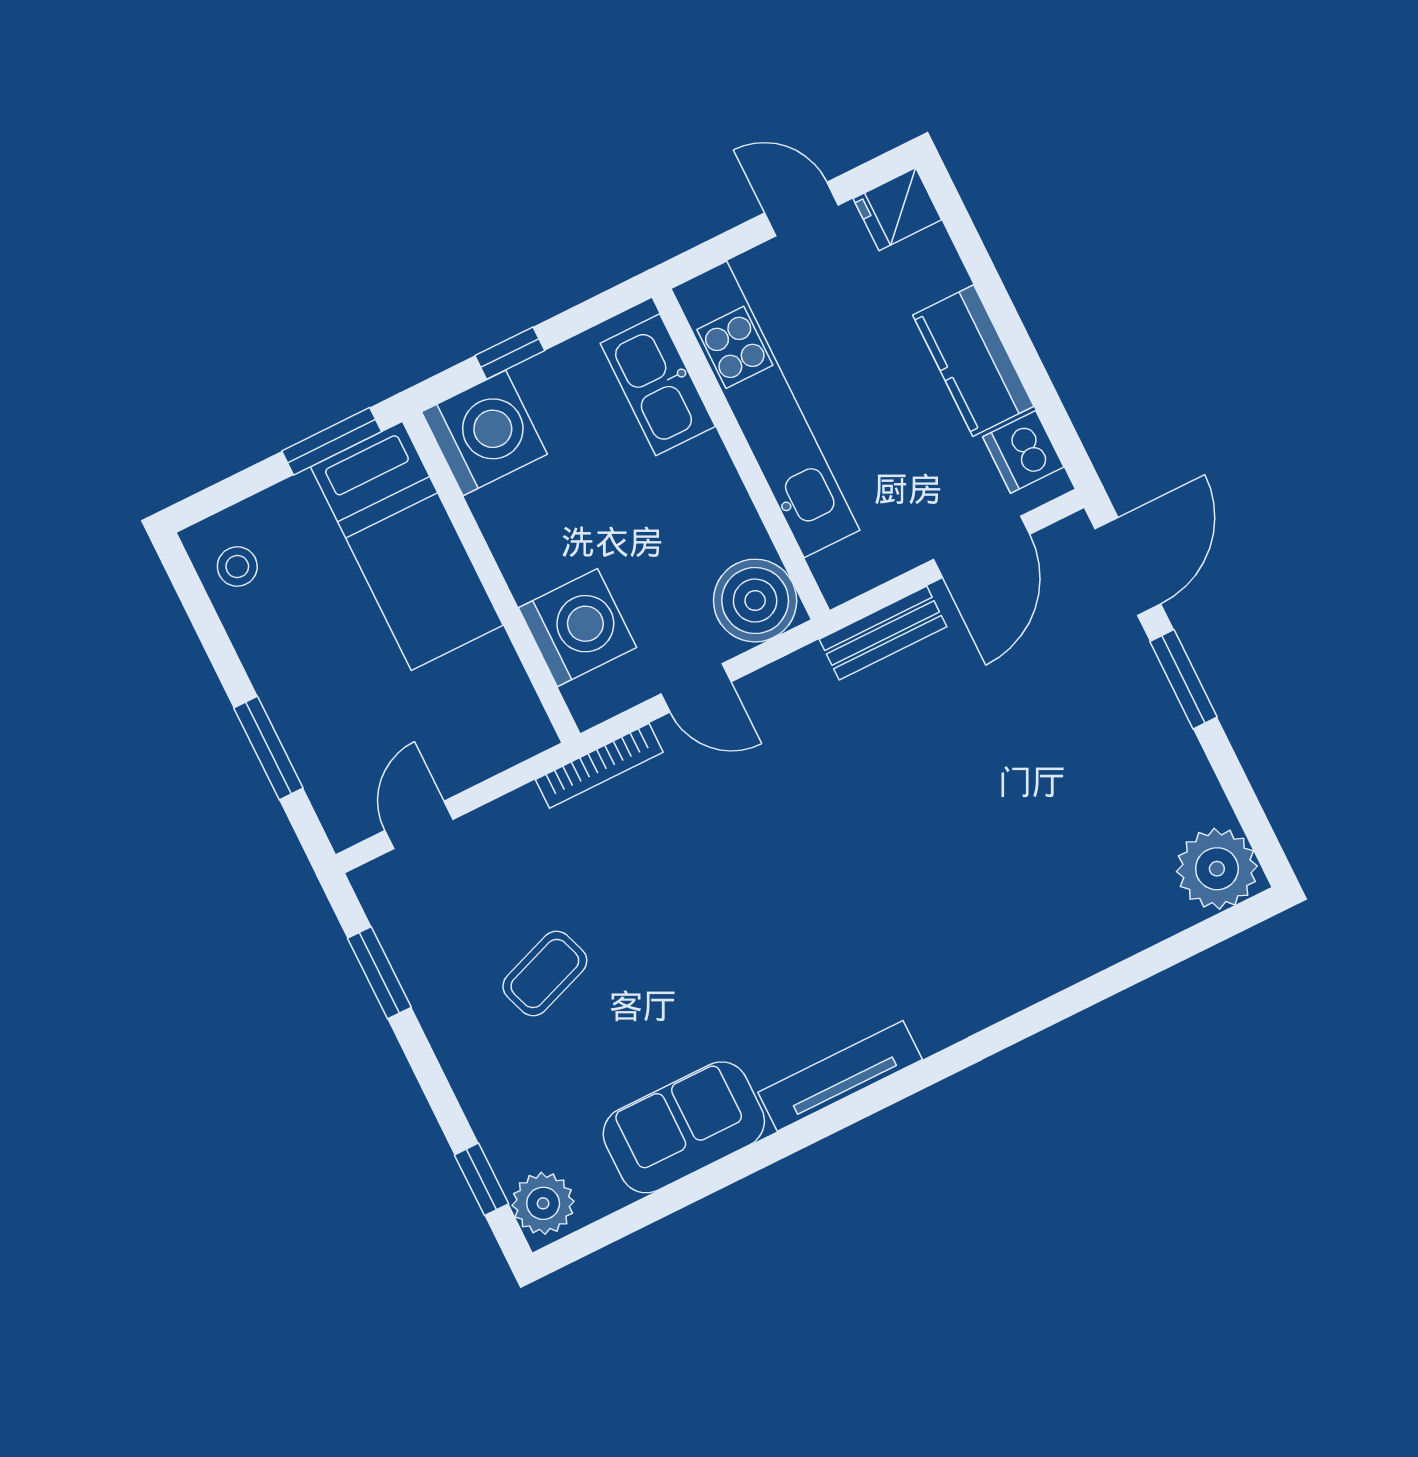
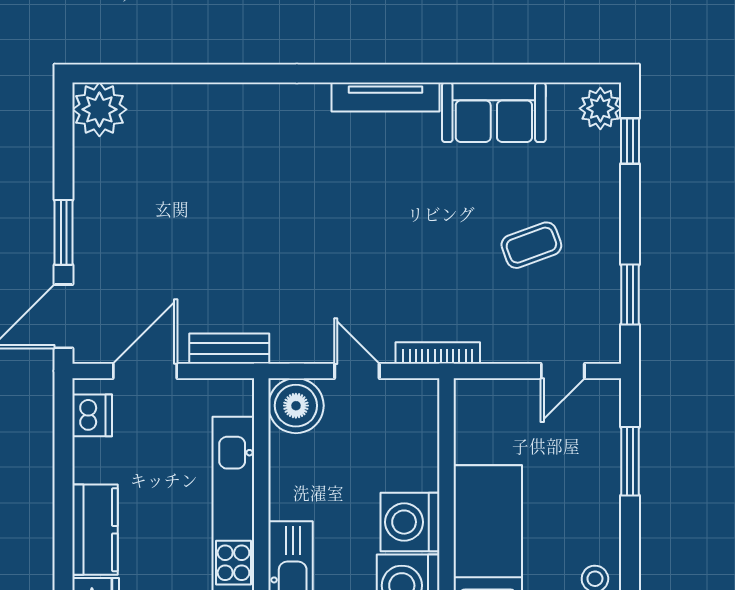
kitchen counter: (973, 361) -> (95, 530), moved
washing machine: (577, 628) -> (410, 522), moved

